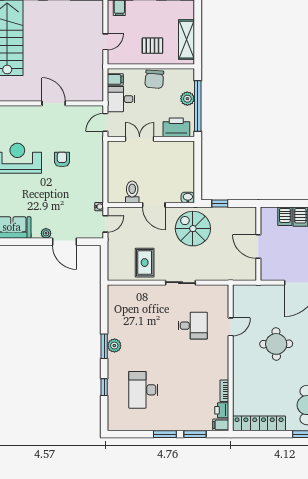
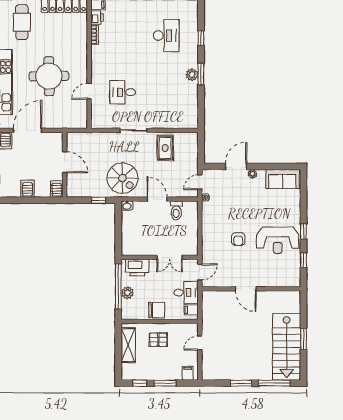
chair: (154, 79) -> (157, 310), turned 86
server rack: (285, 216) -> (57, 189), moved
door: (64, 242) -> (236, 166), hinge flipped
round table: (276, 344) -> (49, 76), width x1.36, depth x1.36

